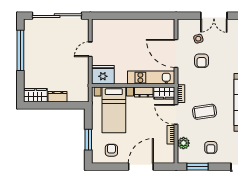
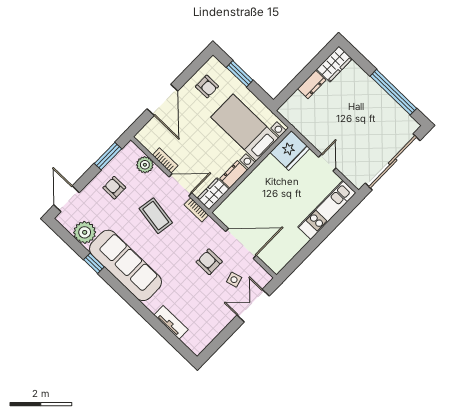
double door: (214, 16) -> (253, 306), moved
kitchen unit: (151, 78) -> (327, 210), moved, turned 180
coffee table: (204, 112) -> (156, 216), turned -73

